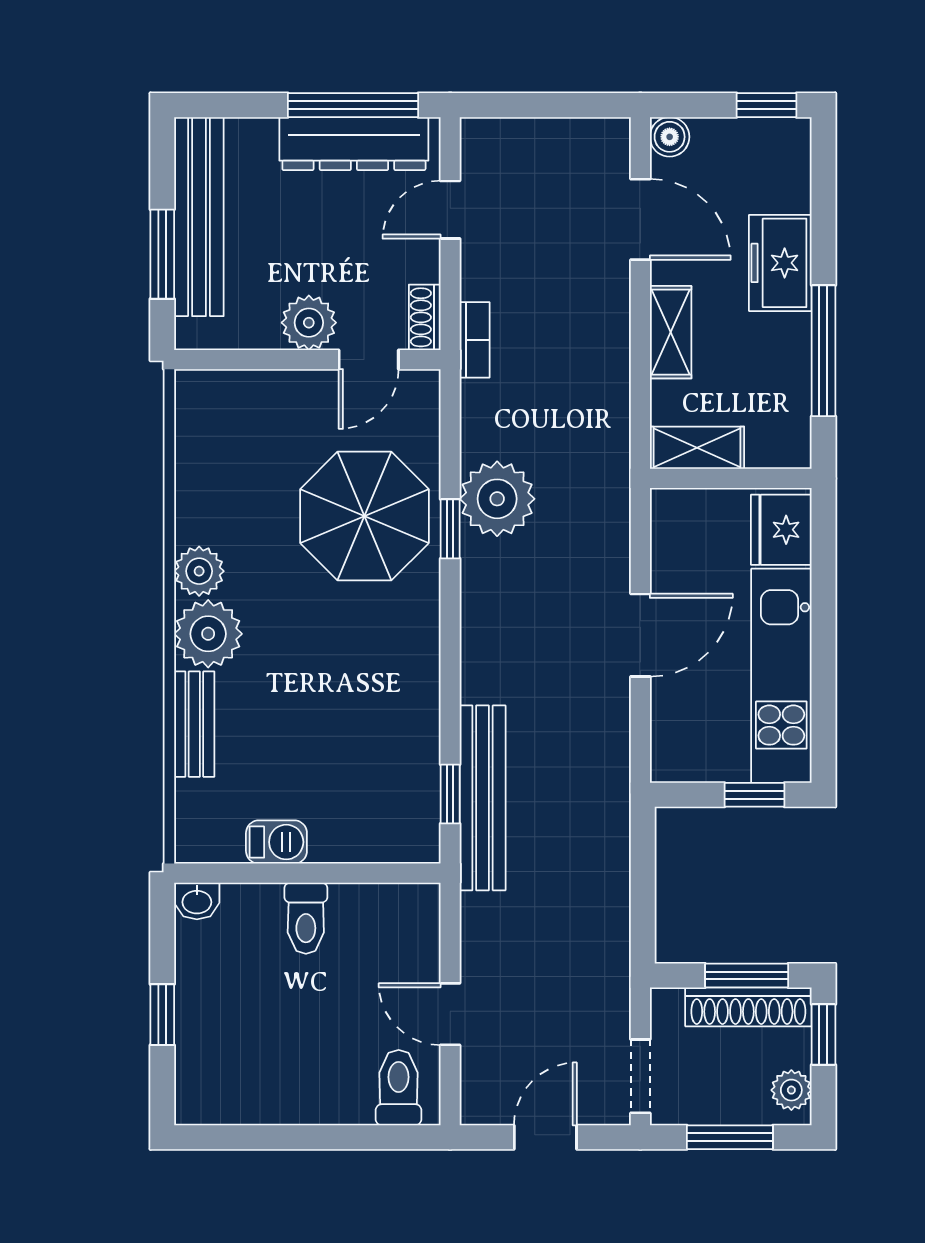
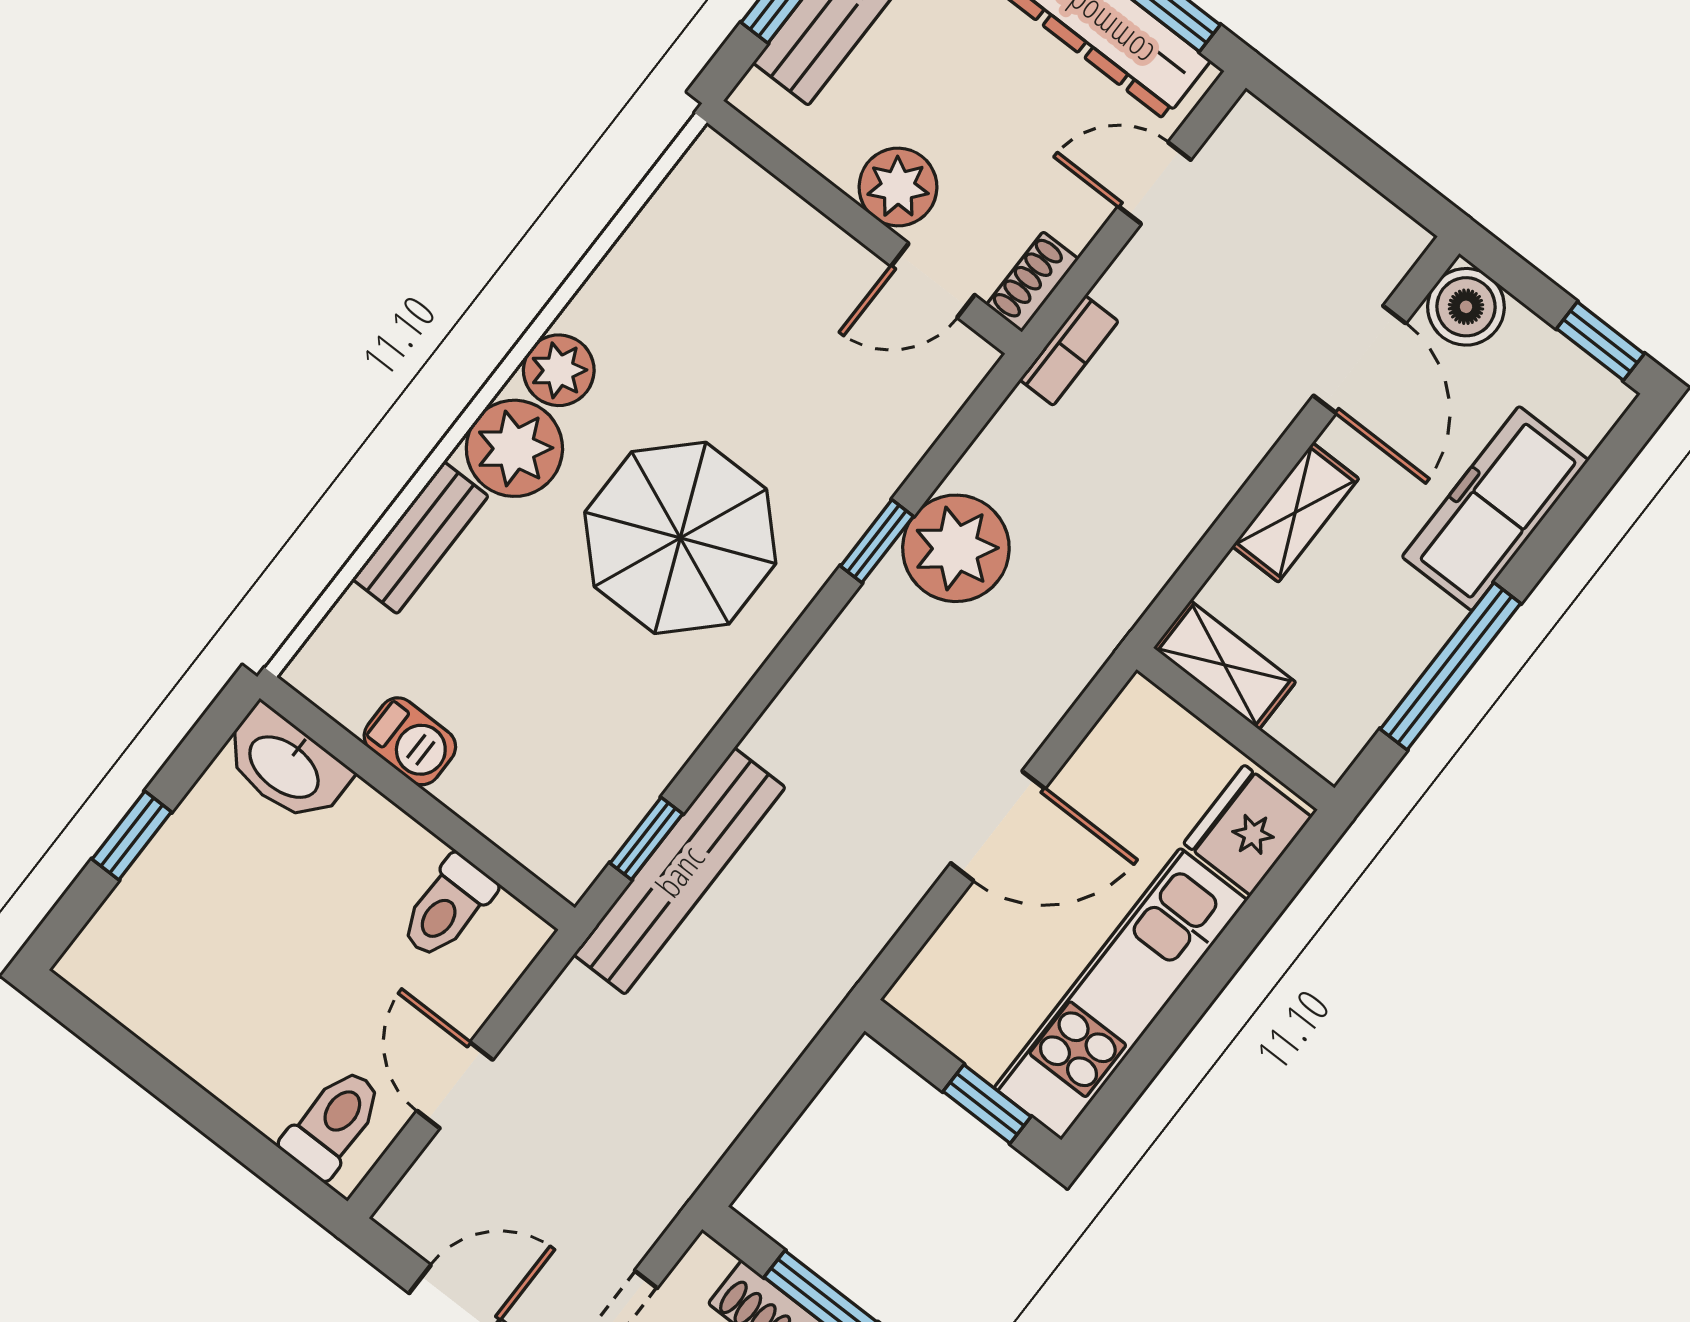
boiler: (670, 137) -> (1466, 307), width x1.36, depth x1.36
freezer: (780, 263) -> (1495, 508), width x1.40
parasol: (364, 516) -> (680, 538), moved
washbasin: (197, 901) -> (285, 765), width x1.91, depth x1.45
toilet: (306, 918) -> (447, 907), moved

